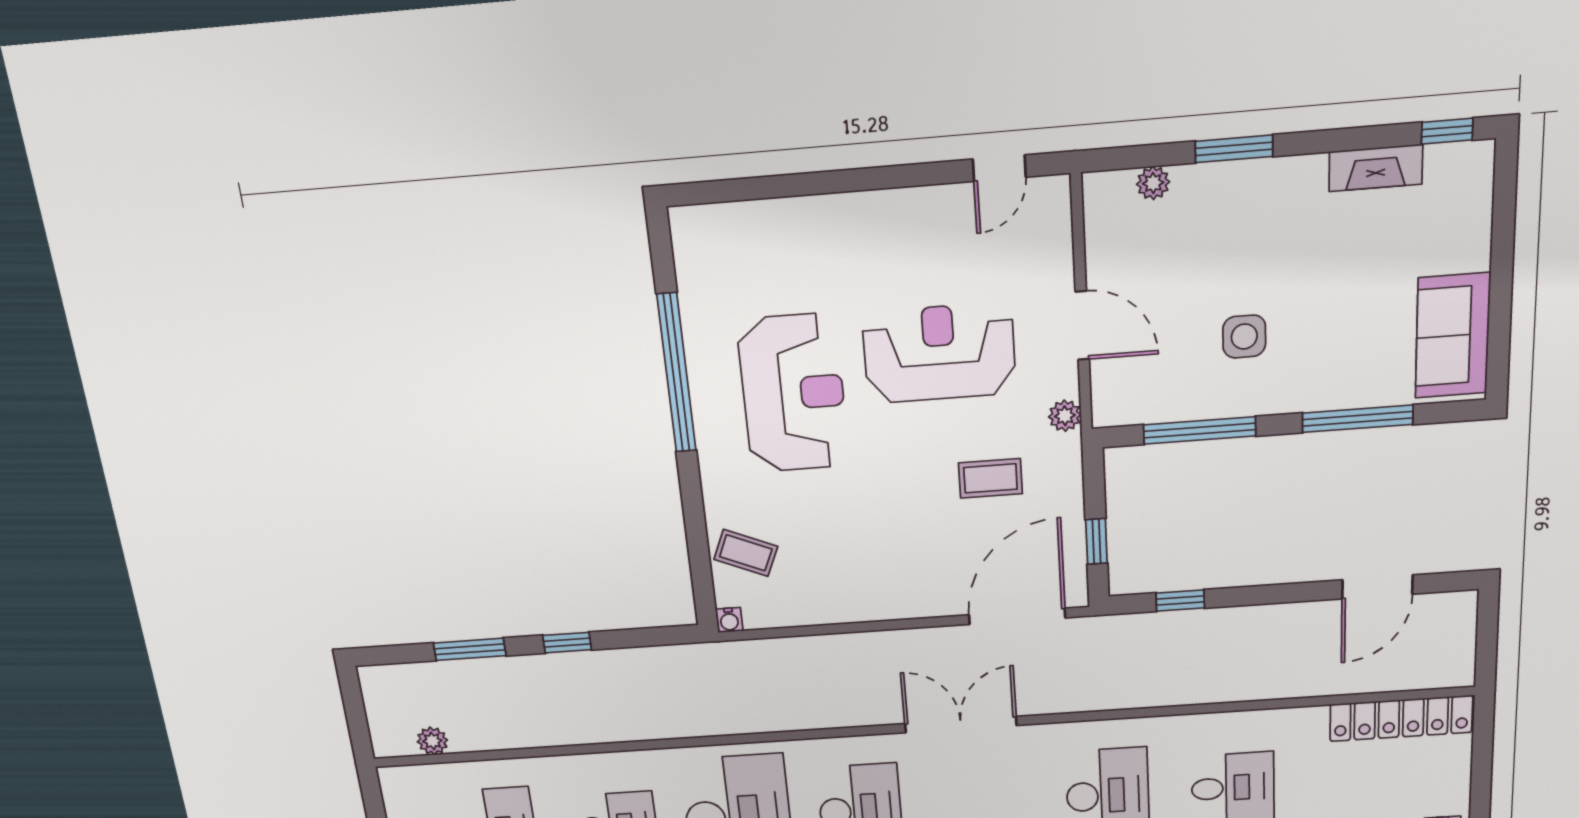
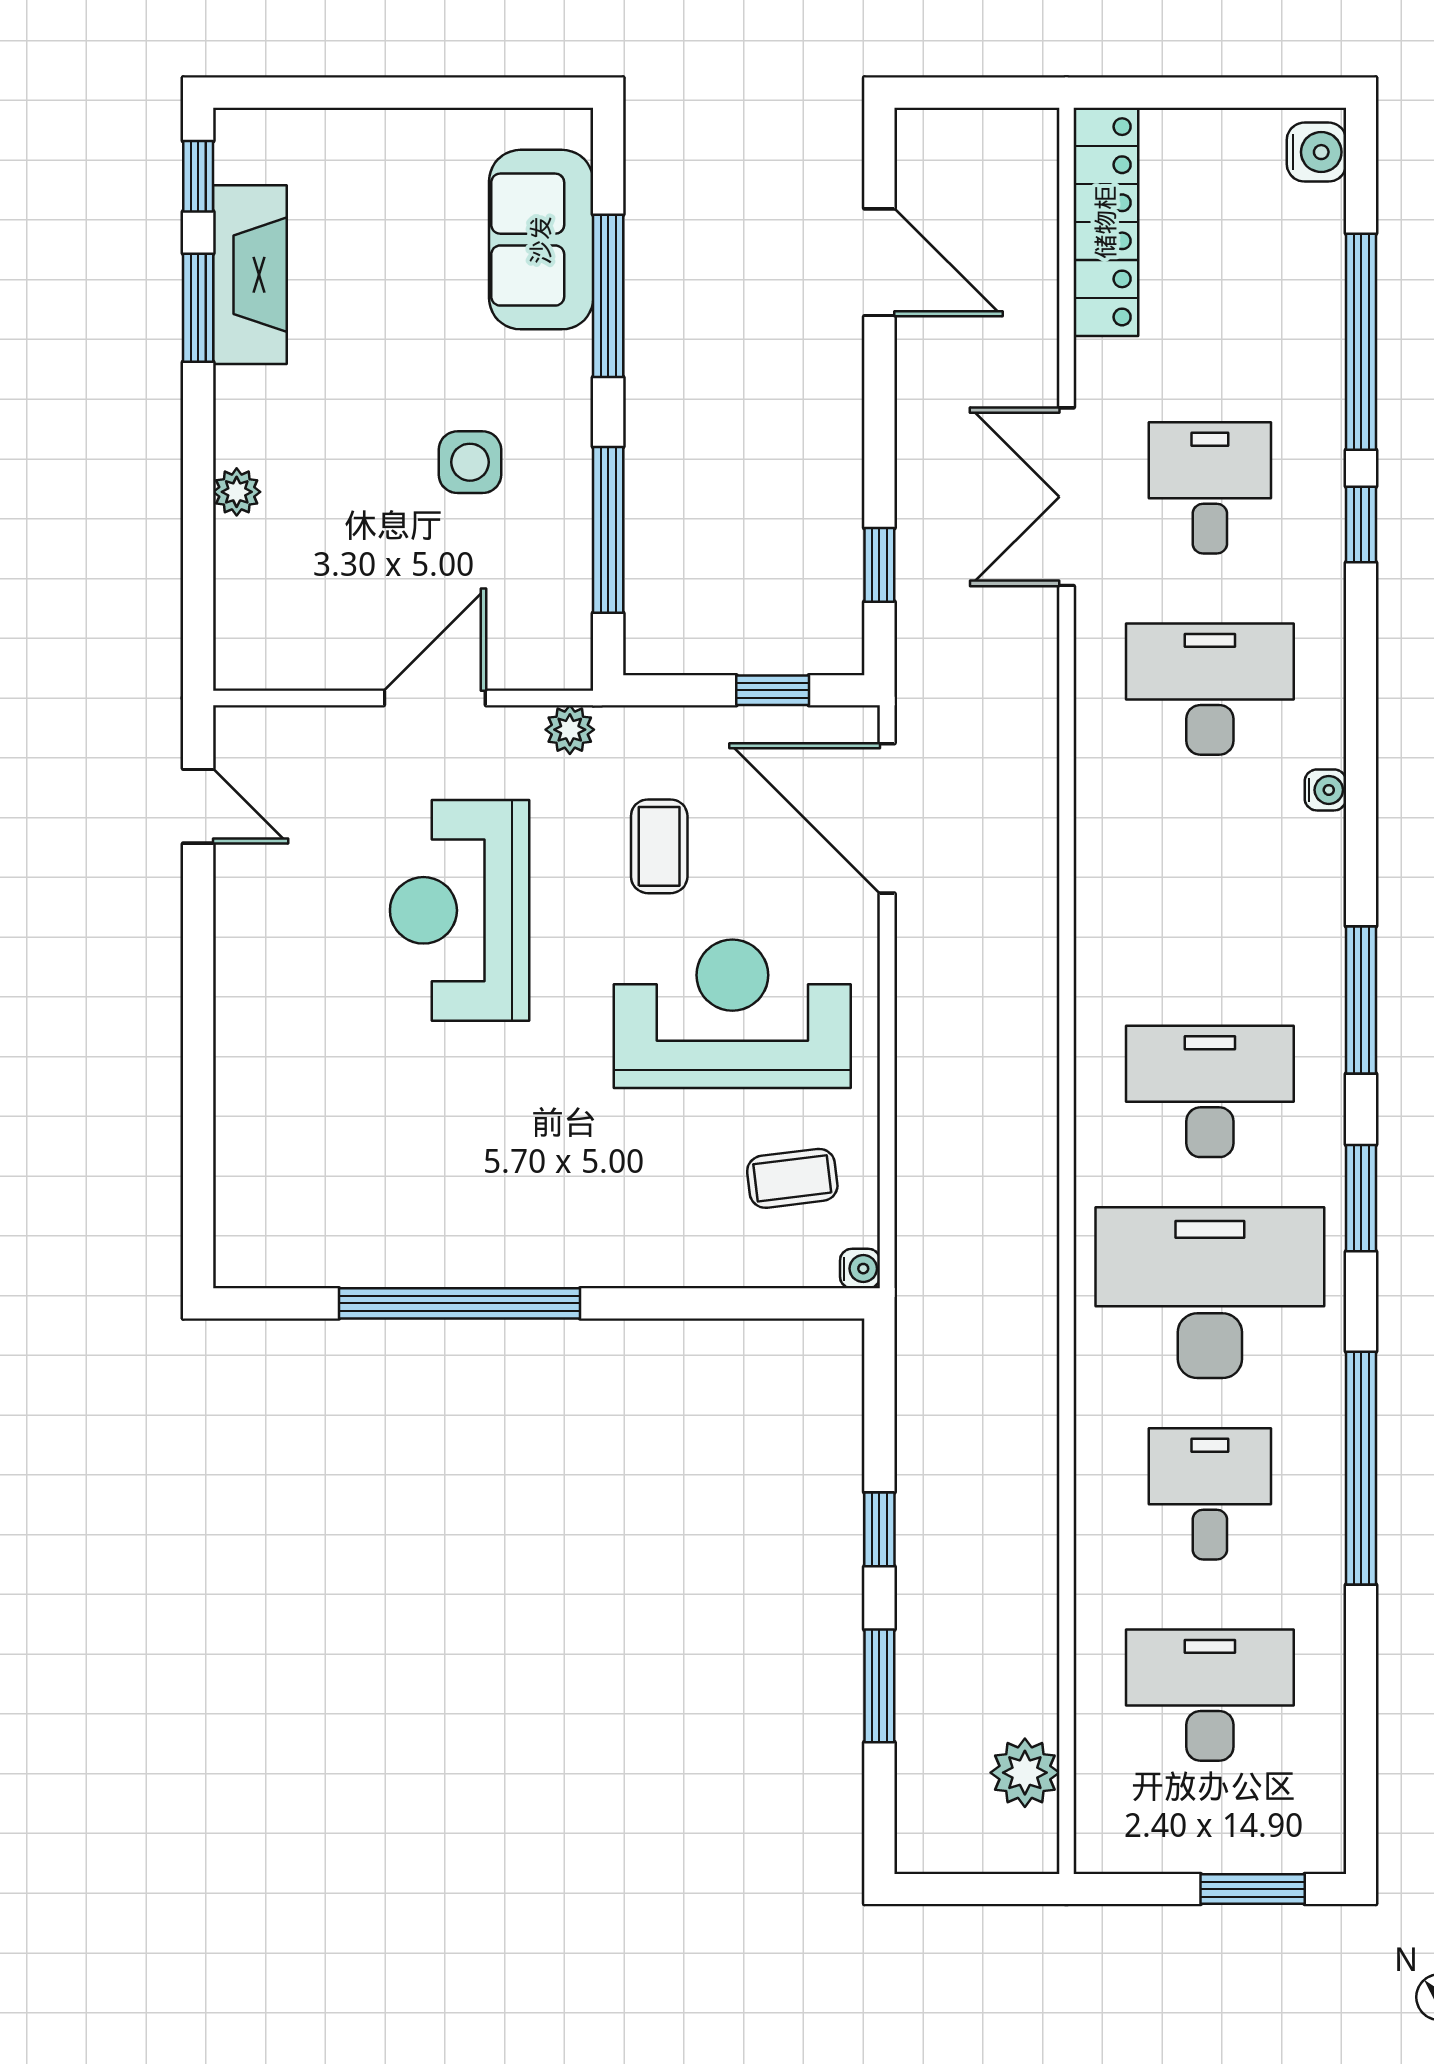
window: (1234, 149) -> (198, 308), moved
fireplace: (1376, 168) -> (250, 275), width x1.37, depth x1.32
plant: (1153, 183) -> (237, 492), moved
sofa: (1453, 336) -> (541, 240), moved, turned 90
reception desk: (793, 393) -> (732, 1014), moved
coffee table: (746, 553) -> (792, 1178), moved, turned 60
double door: (961, 725) -> (1066, 497), moved
plant: (432, 741) -> (1025, 1773), width x1.38, depth x1.38

